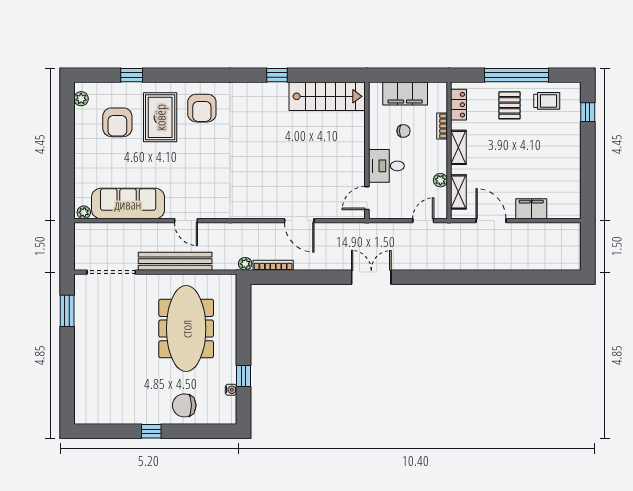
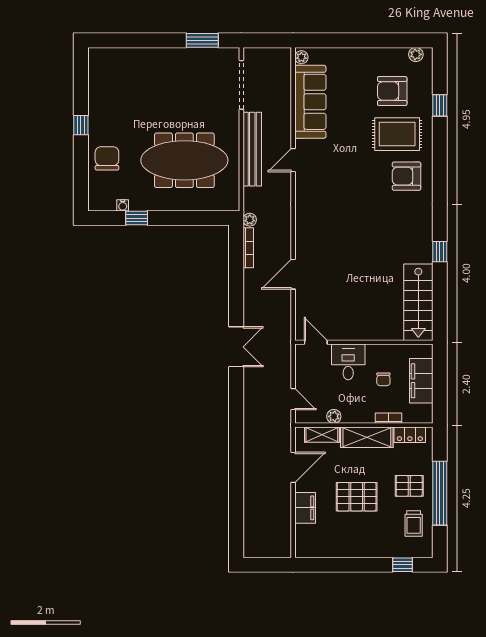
shelving: (458, 147) -> (367, 437), width x1.50, depth x1.33
pallet: (520, 158) -> (357, 497), added

